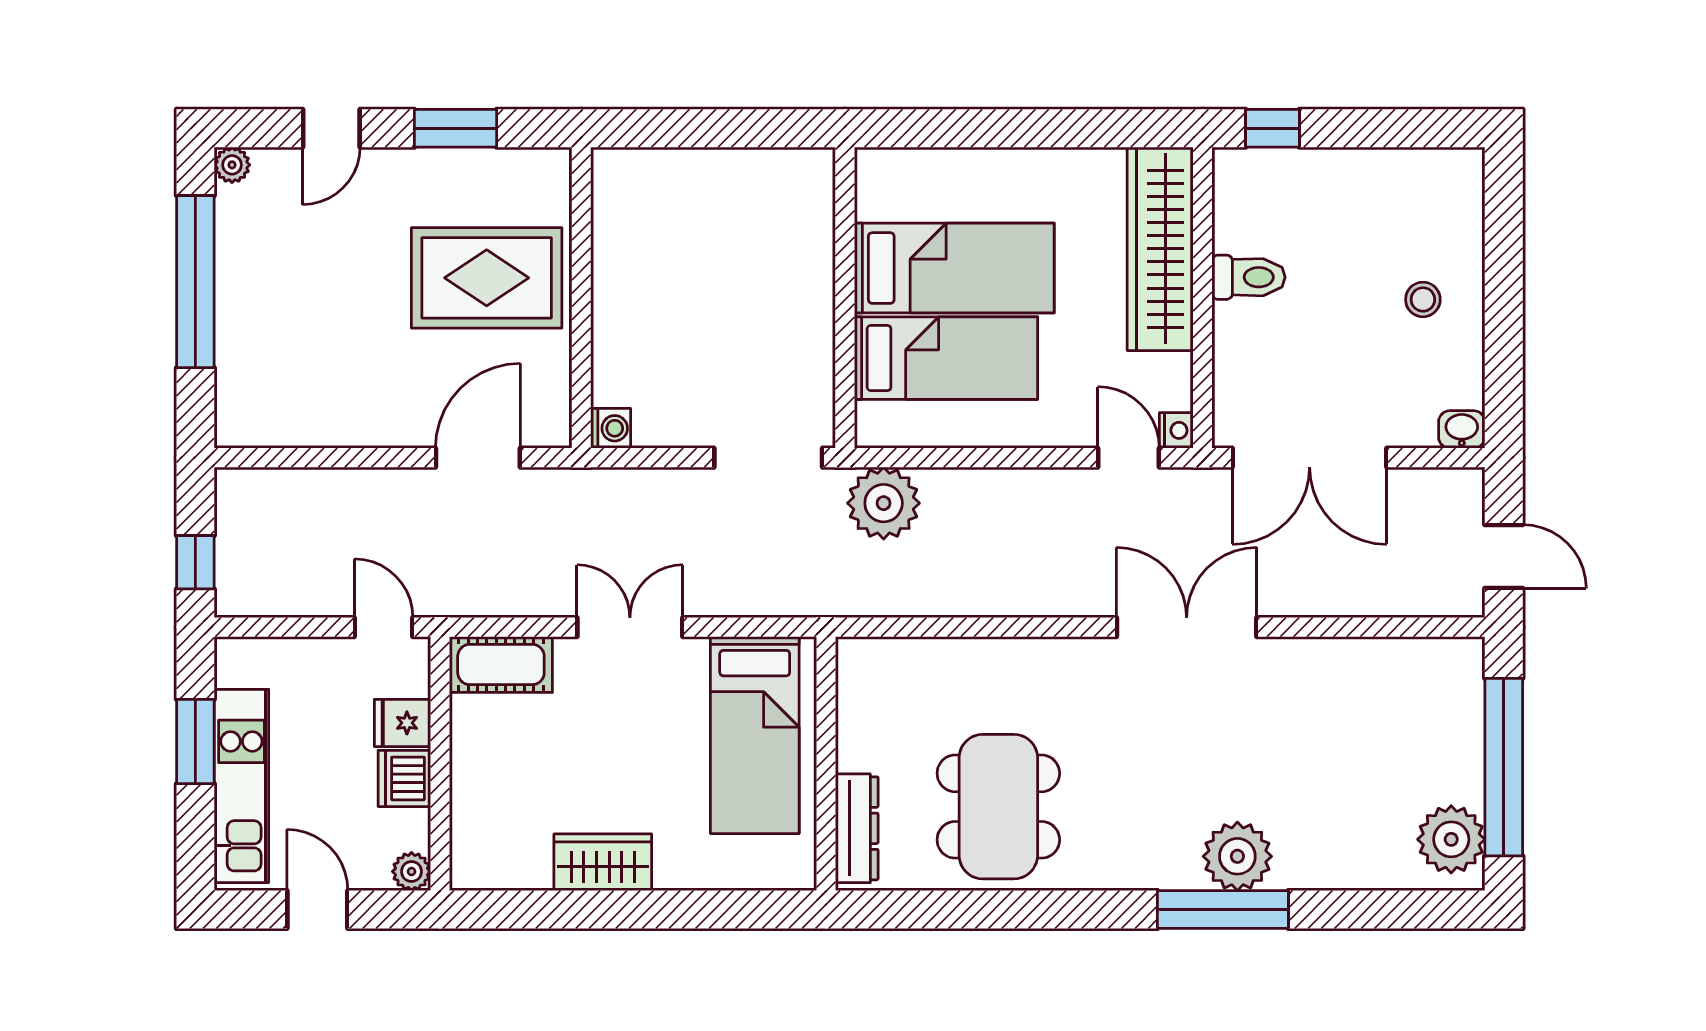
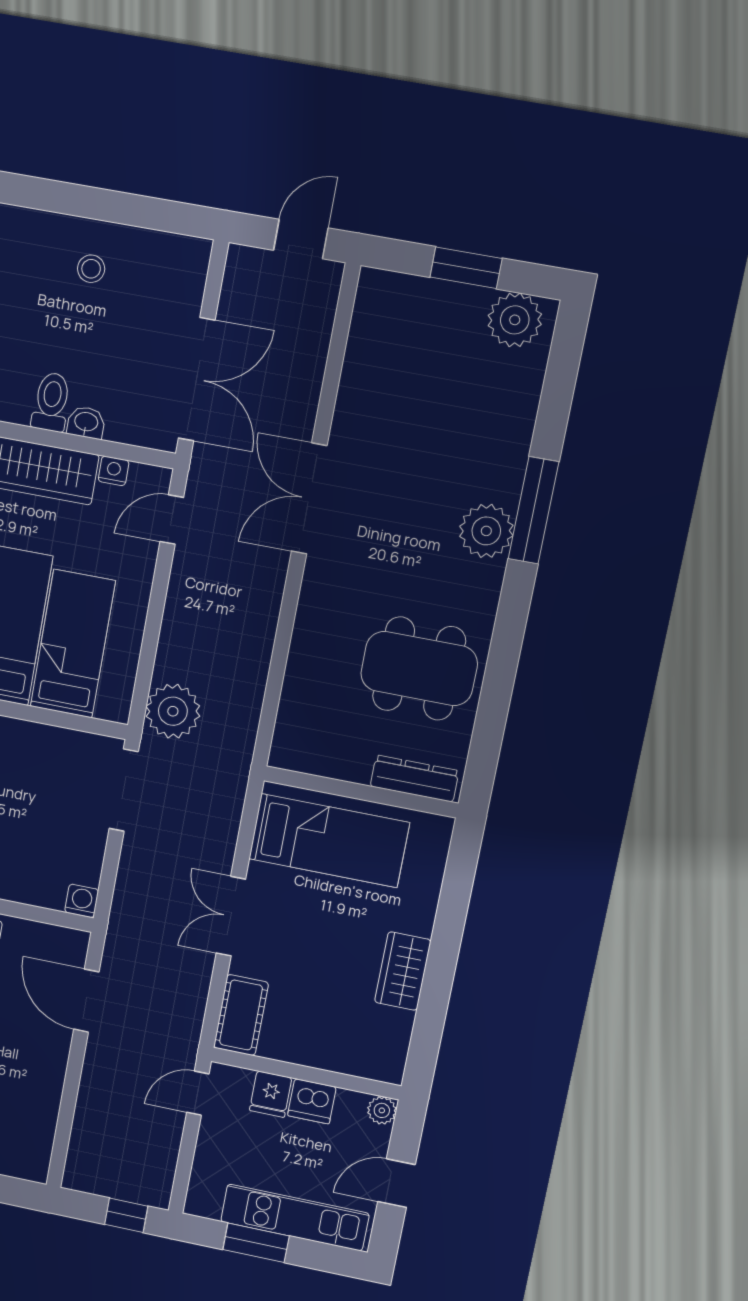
washbasin: (1462, 429) -> (86, 423), moved, turned 90
nightstand: (1176, 430) -> (114, 471), moved
window: (1504, 767) -> (466, 268), width x0.47
plant: (1237, 856) -> (486, 531), moved

